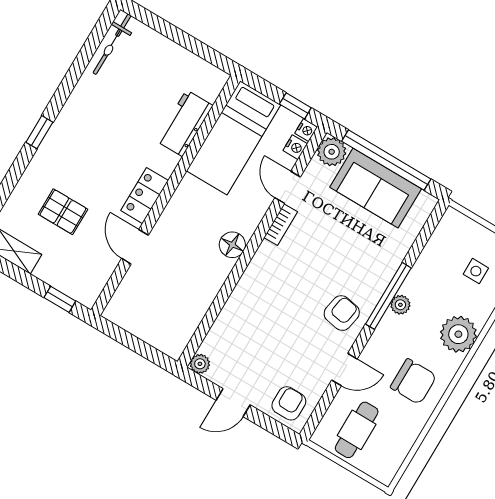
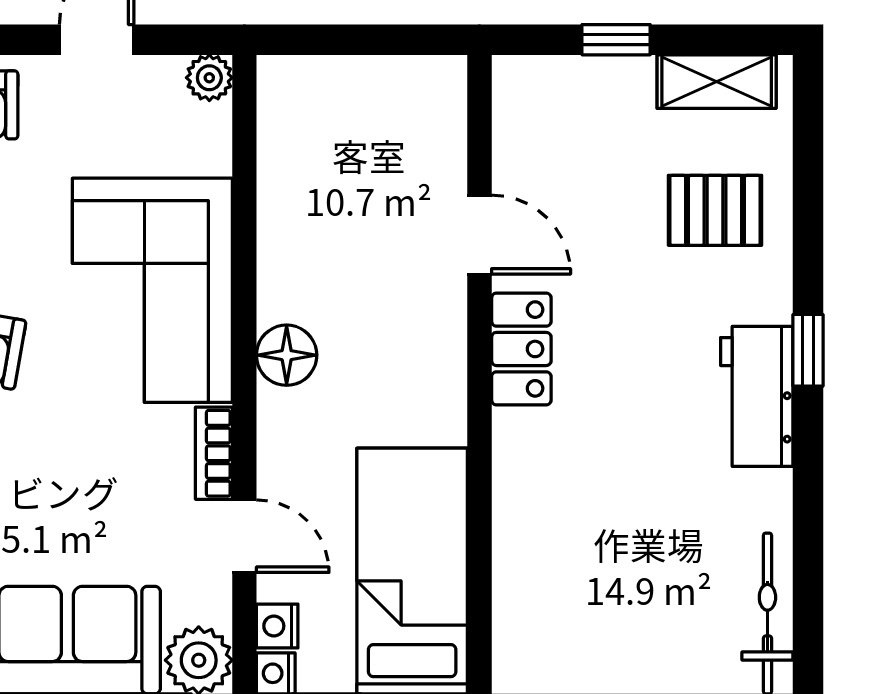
workbench: (185, 123) -> (757, 396), moved, turned 180
pallet: (63, 212) -> (715, 210), moved
corner sofa: (268, 298) -> (152, 290), added
window: (60, 299) -> (616, 40), moved

